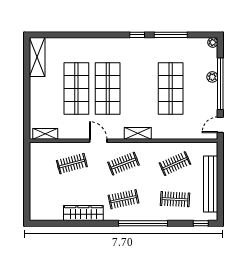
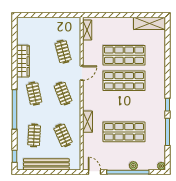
shelving: (138, 133) -> (87, 122), moved

